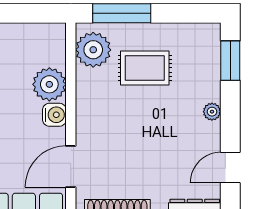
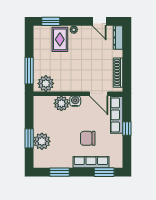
rug: (145, 68) -> (60, 39), moved

